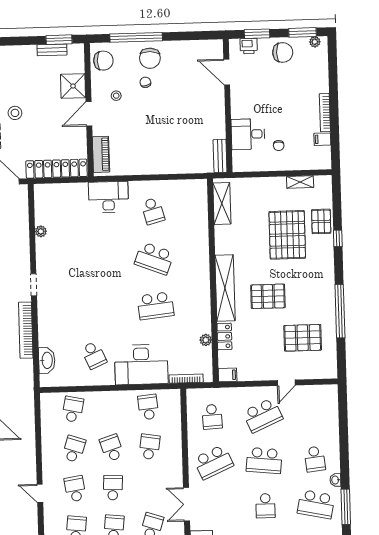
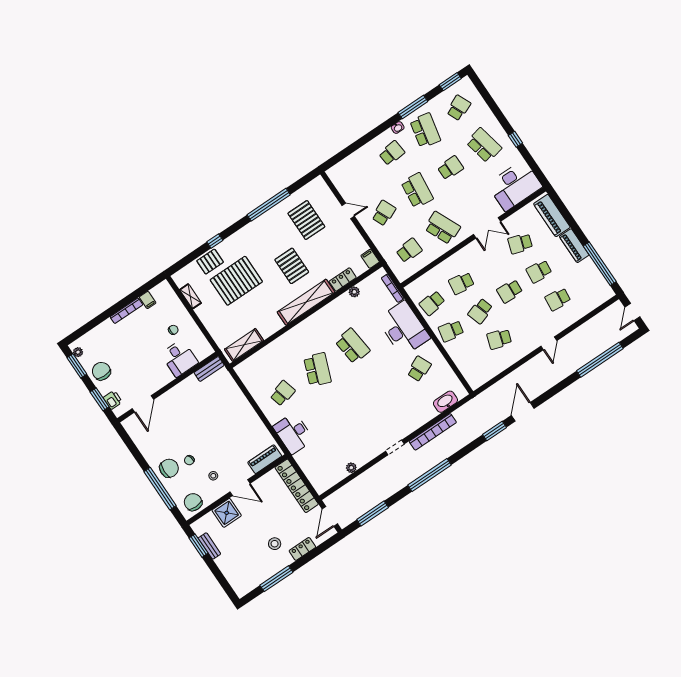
school desk: (73, 409) -> (451, 331), moved
school desk: (263, 415) -> (384, 213), width x0.54
school desk: (75, 489) -> (529, 319), removed

